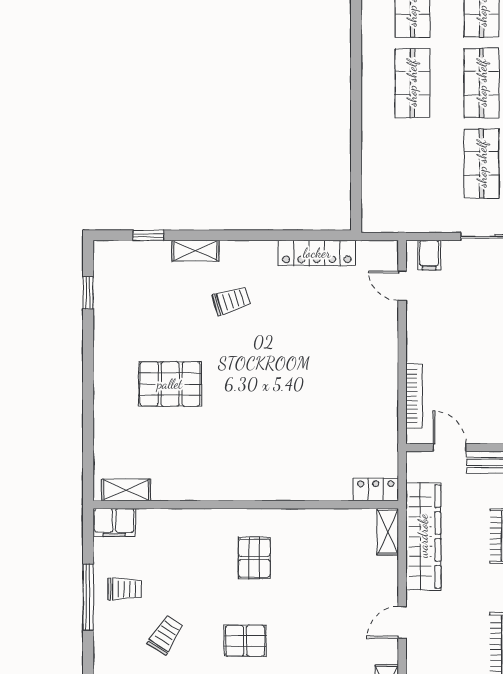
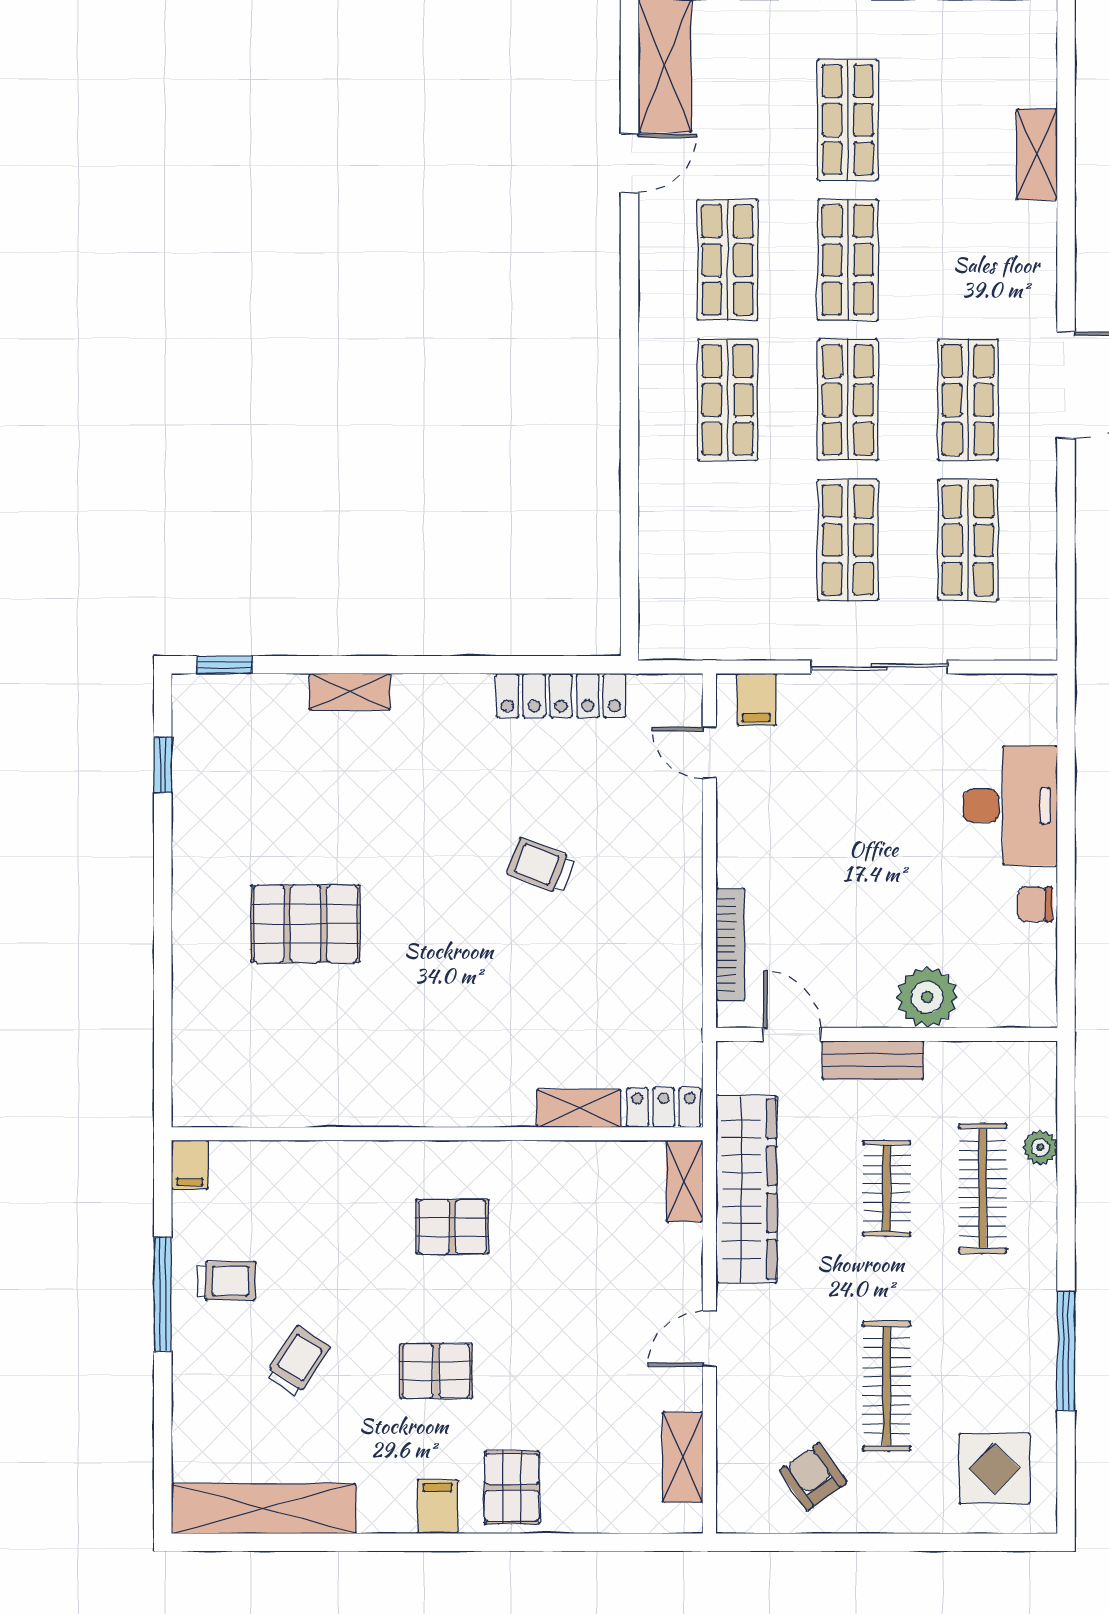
window: (149, 235) -> (225, 665), moved
trolley: (231, 301) -> (541, 866), moved, turned -142
shelving: (126, 490) -> (579, 1108), moved
filing cabinet: (114, 522) -> (190, 1165), width x0.50
pallet: (254, 558) -> (452, 1227), turned 90

